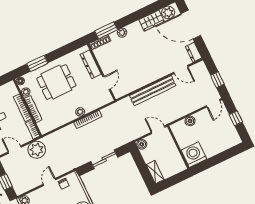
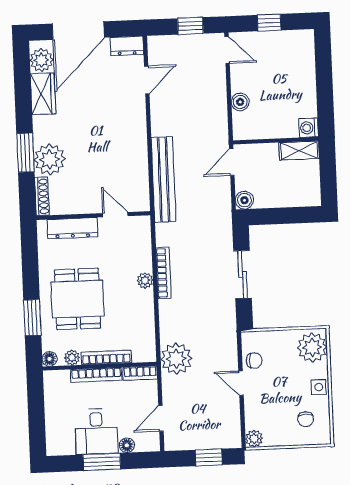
window: (106, 30) -> (25, 153), moved
plant: (122, 33) -> (50, 159), width x1.88, depth x1.88
bench: (153, 91) -> (164, 179), moved
plant: (37, 150) -> (176, 359), moved
washing machine: (194, 155) -> (309, 128), width x0.53, depth x0.53
shelving: (155, 172) -> (299, 151), moved

